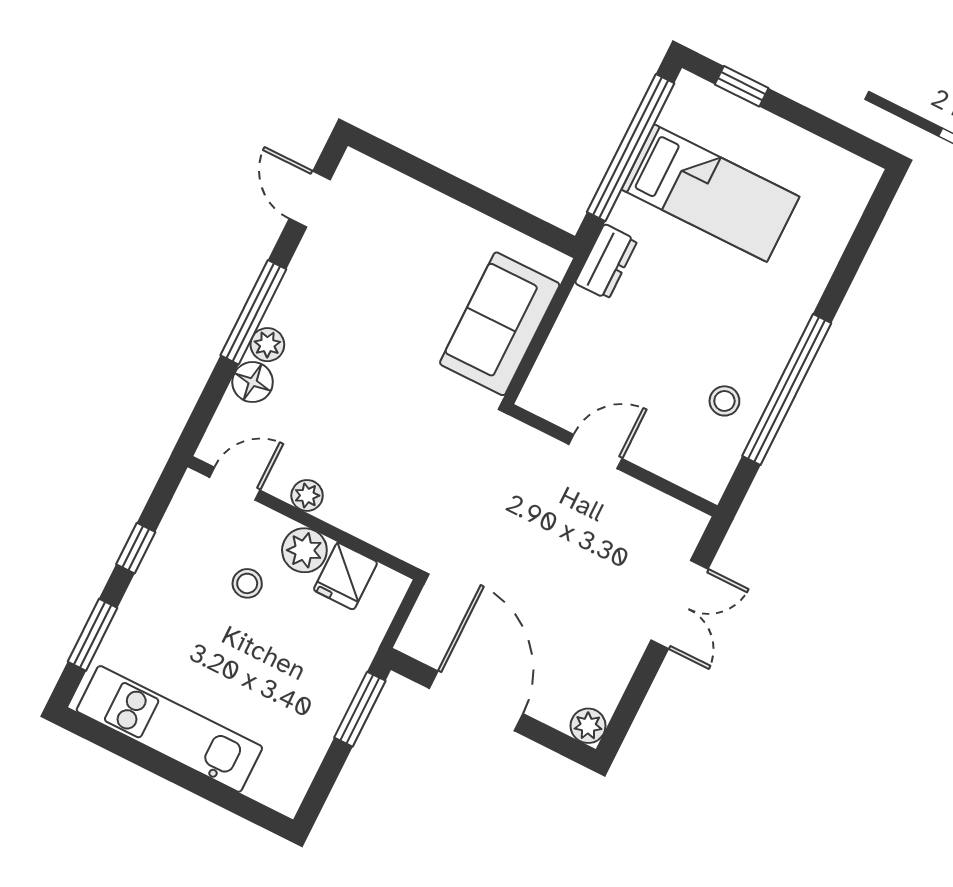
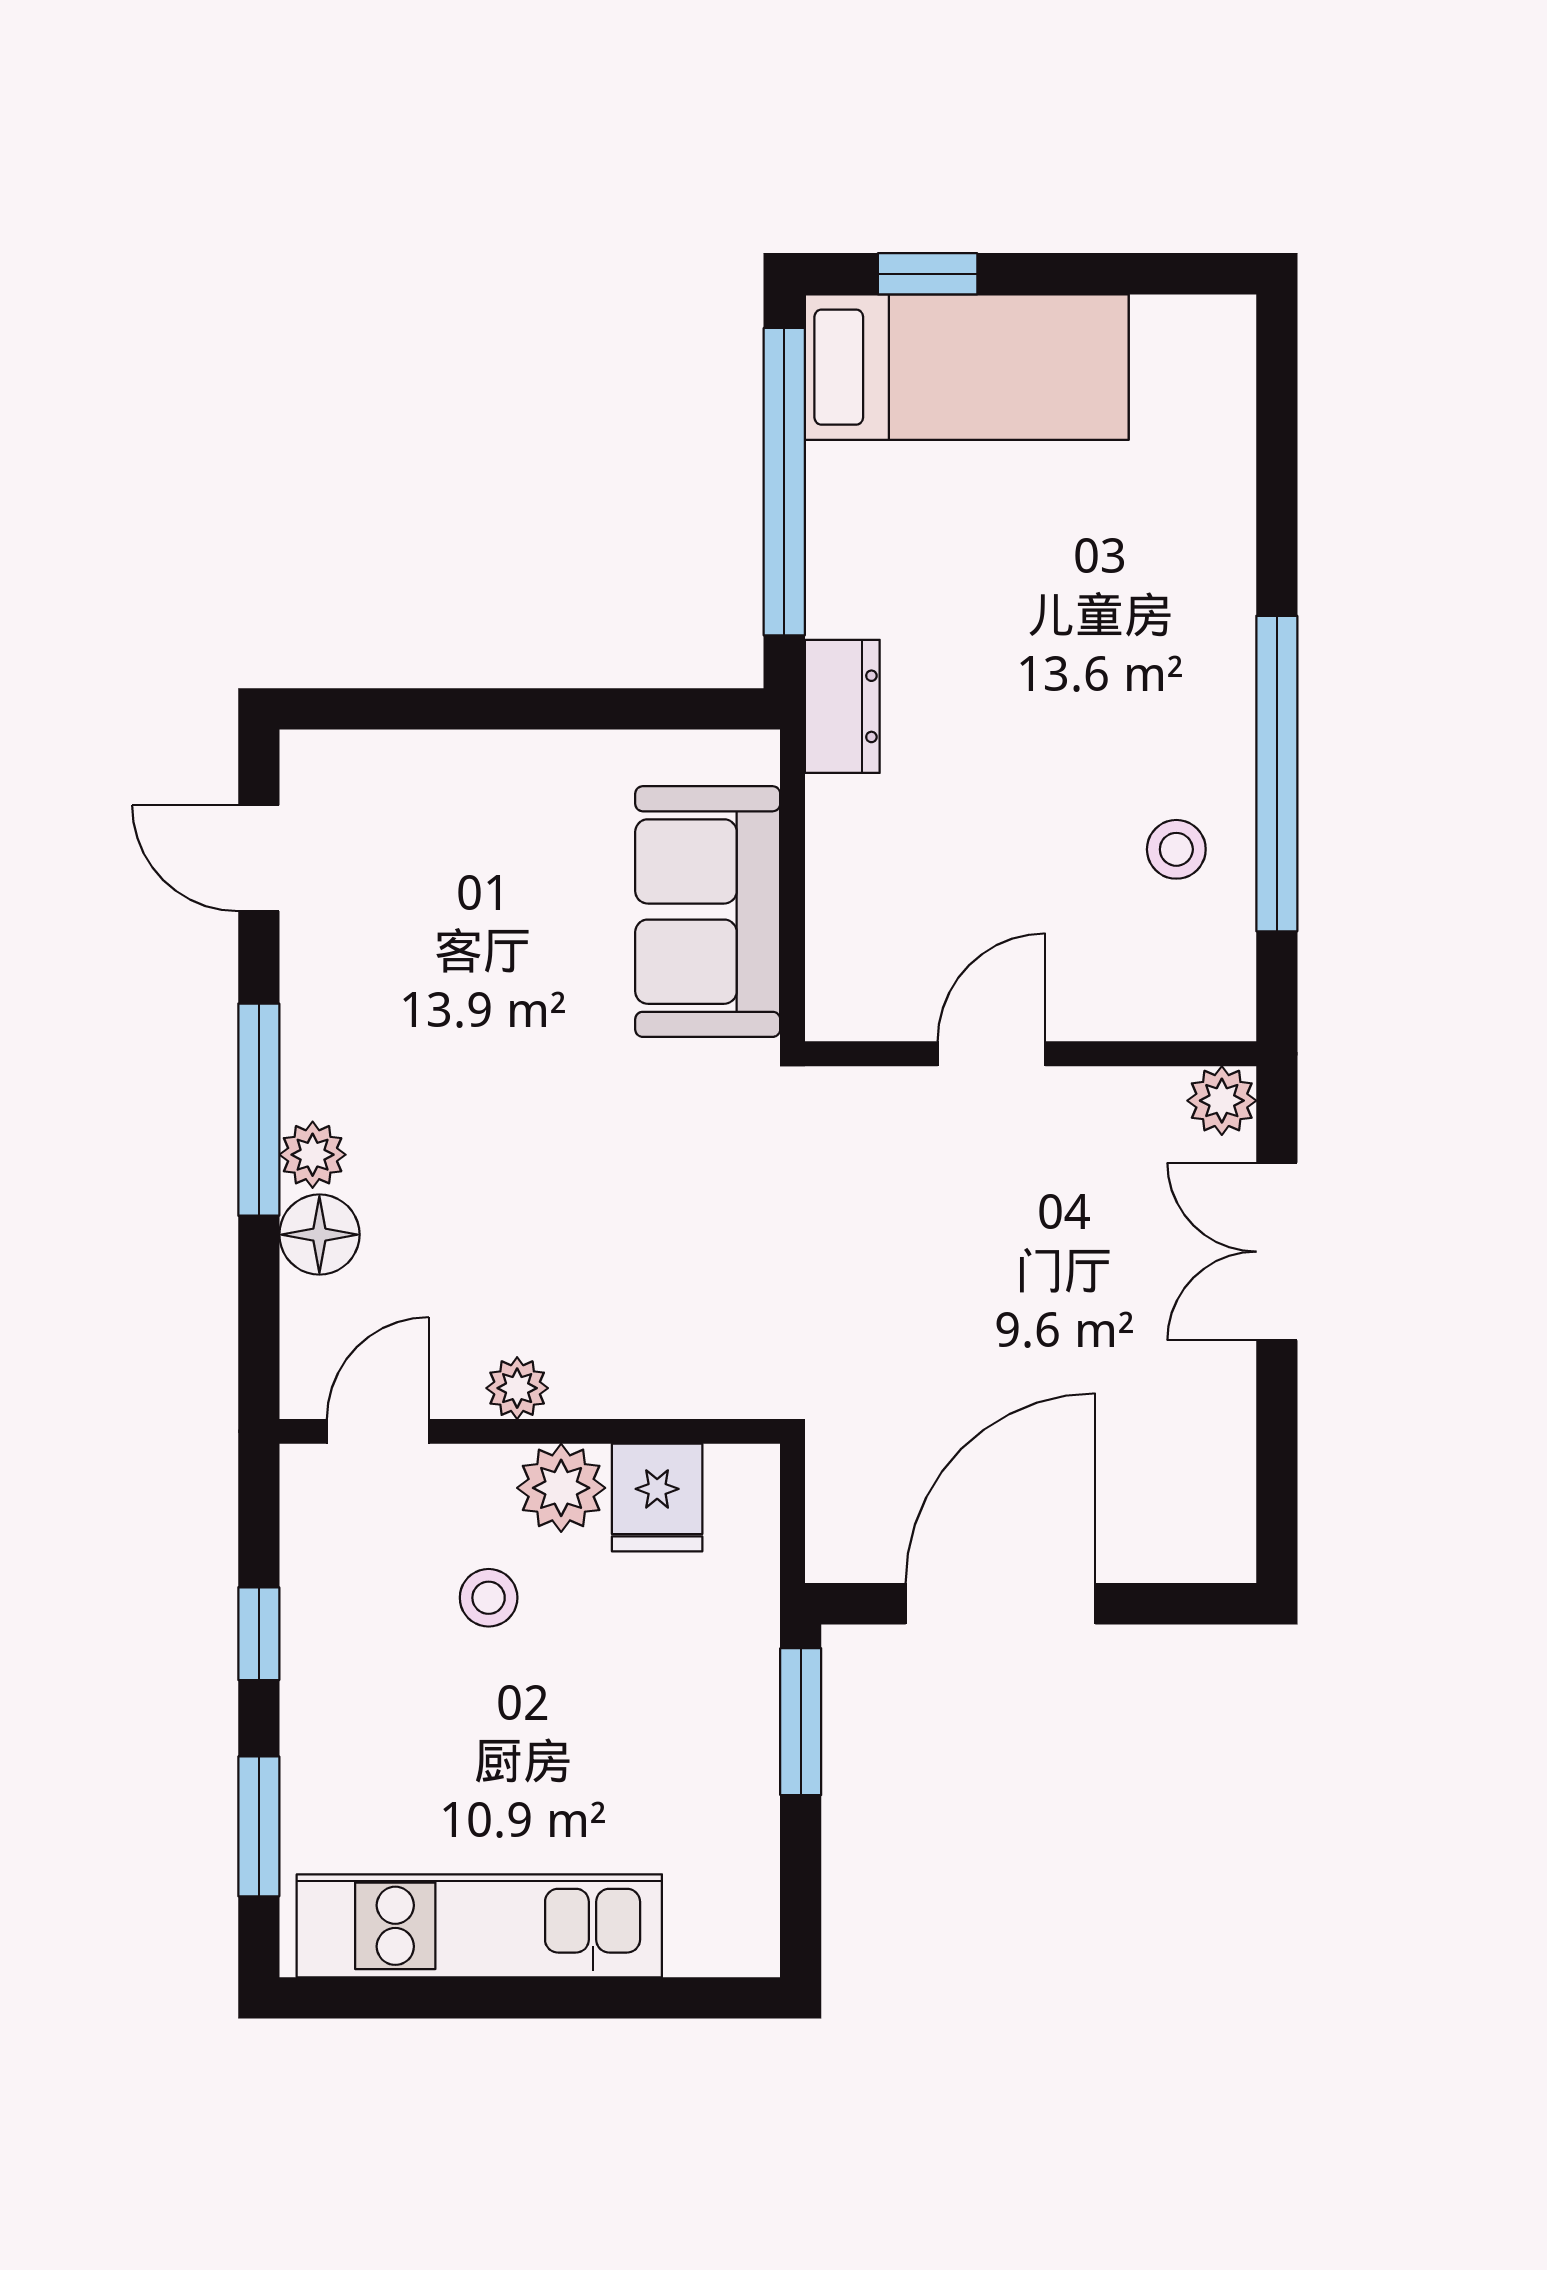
bed: (710, 193) -> (967, 367), moved
double door: (679, 604) -> (1277, 1252), swing flipped
door: (476, 701) -> (1001, 1604), hinge flipped
plant: (588, 726) -> (1222, 1101), moved

